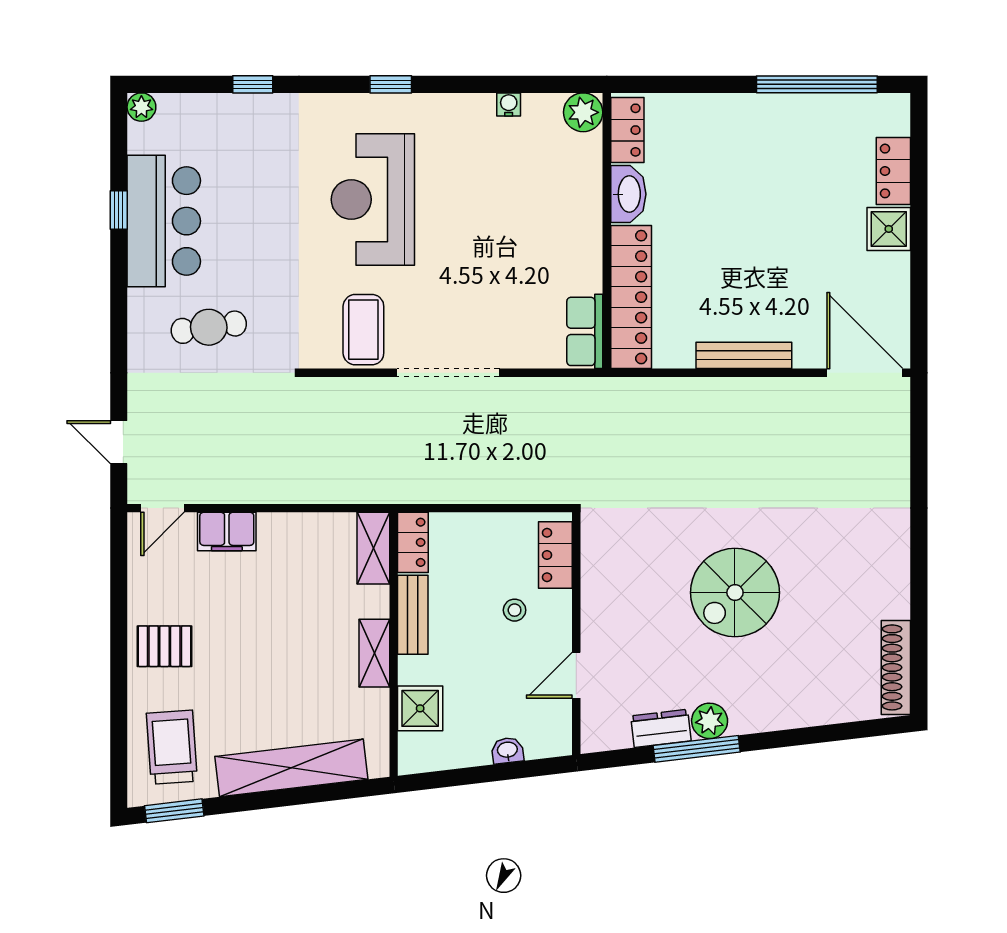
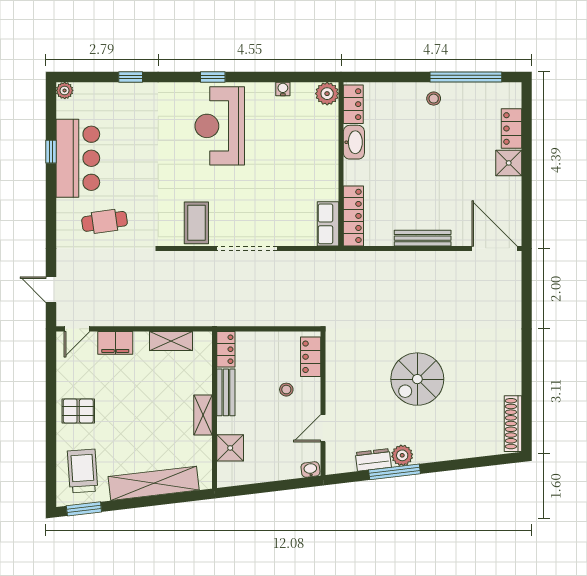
stool: (762, 121) -> (434, 99), added
reception desk: (373, 200) -> (220, 126), moved
locker: (631, 297) -> (353, 216), width x0.71, depth x0.83
shelving: (373, 548) -> (171, 341), moved, turned 90
washbasin: (507, 750) -> (310, 470), moved

